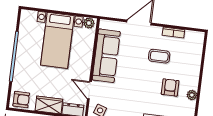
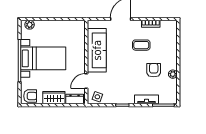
plant: (89, 23) -> (30, 25), moved
bed with nightstands: (57, 40) -> (43, 58), moved, turned -90
door: (89, 90) -> (86, 81), hinge flipped

